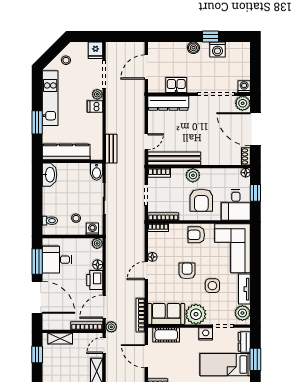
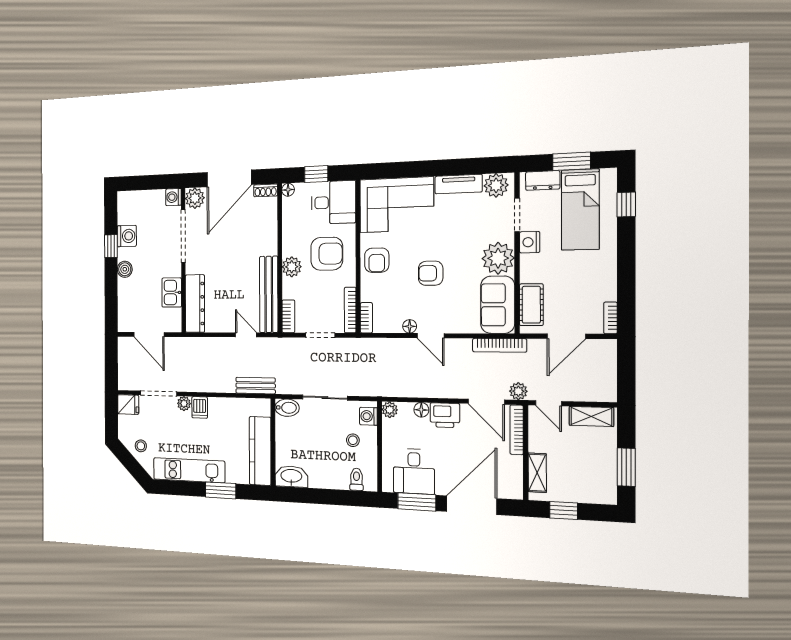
side table: (212, 286) -> (453, 234), removed

